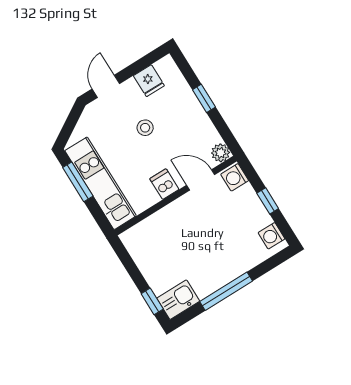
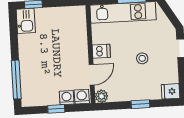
fridge: (149, 81) -> (171, 91), moved
washing machine: (271, 236) -> (67, 98), moved
window: (226, 291) -> (16, 80), moved

